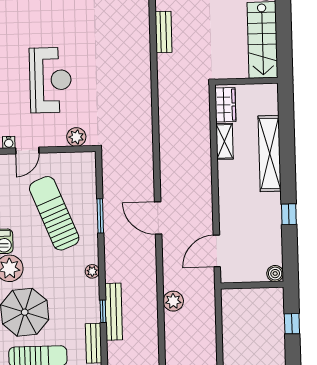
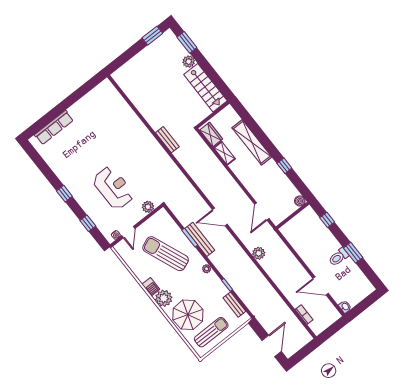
bench: (164, 32) -> (167, 140), moved
bench: (114, 312) -> (200, 239), moved

